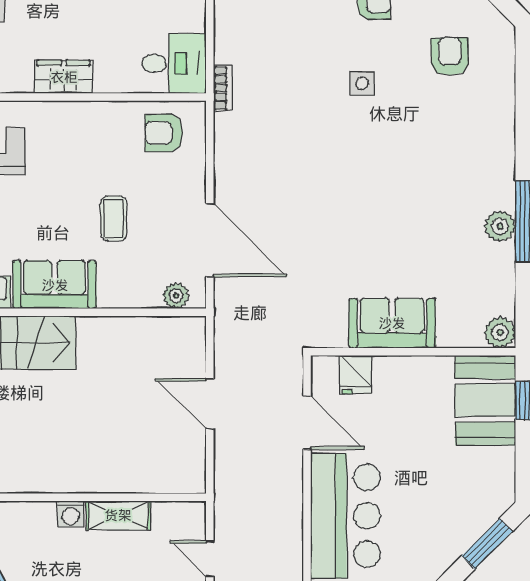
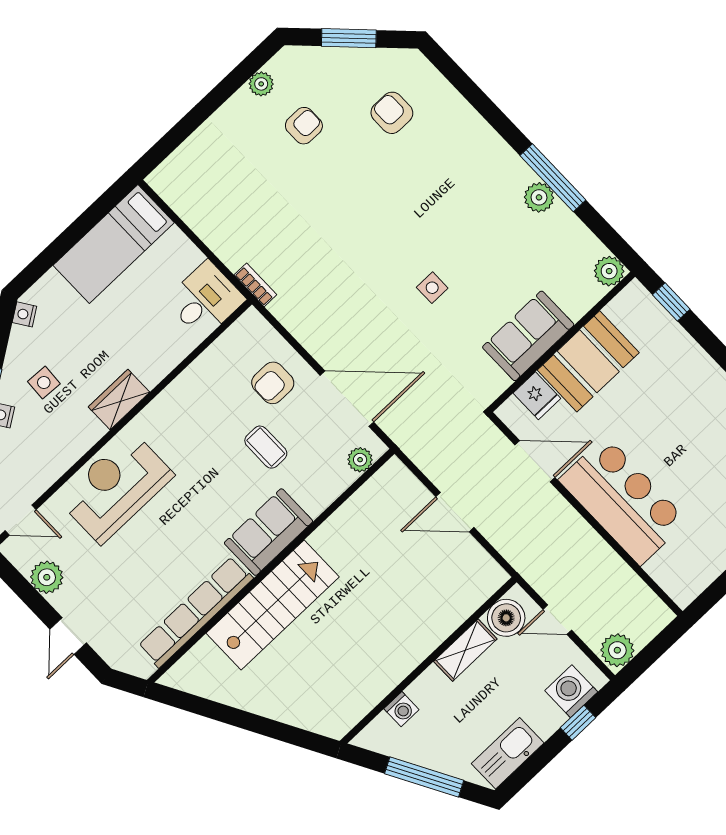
wardrobe: (64, 77) -> (119, 399), moved
side table: (362, 83) -> (432, 288), moved
armchair: (164, 133) -> (273, 383), moved
booth: (485, 400) -> (588, 361), moved, turned 90
washing machine: (71, 514) -> (401, 709), moved
boiler: (172, 520) -> (506, 618), added

